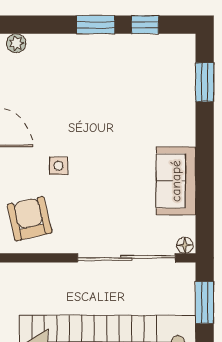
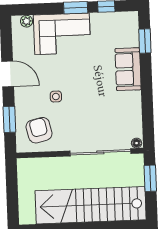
corner sofa: (72, 66) -> (62, 34), added
sofa: (176, 181) -> (128, 69), moved

